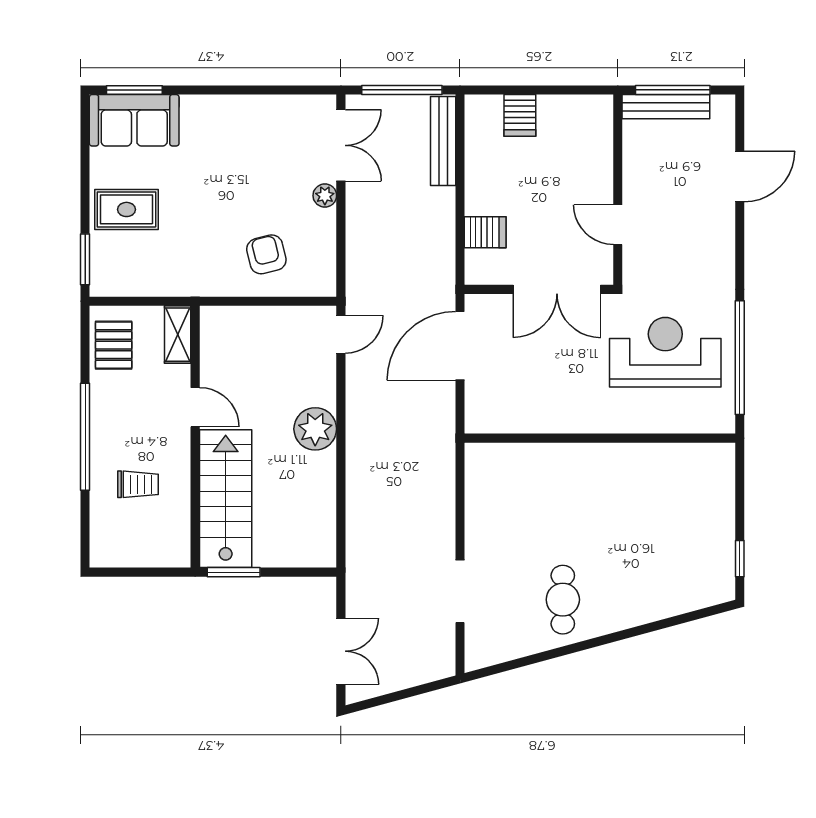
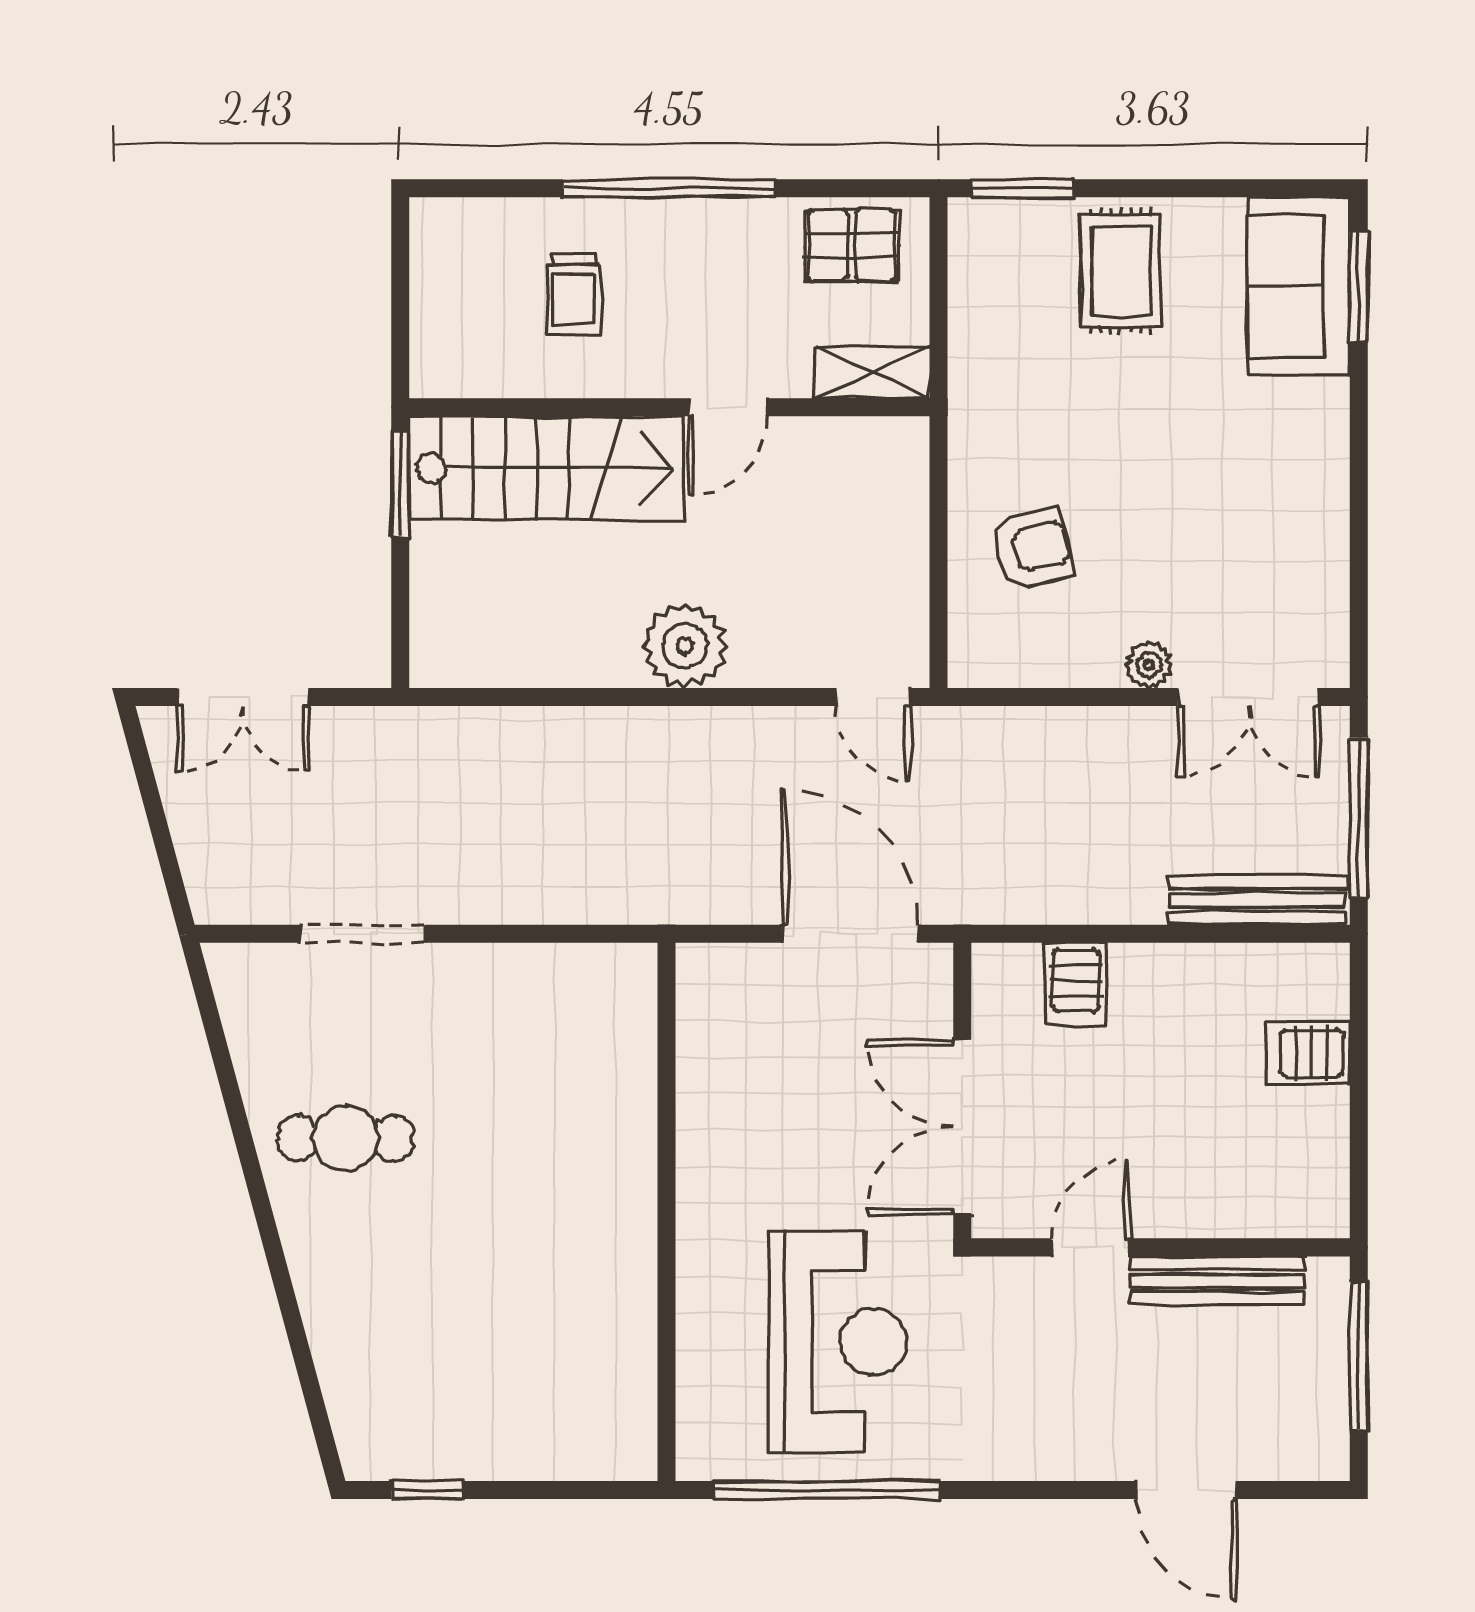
bench: (666, 107) -> (1217, 1281), moved, turned 90

